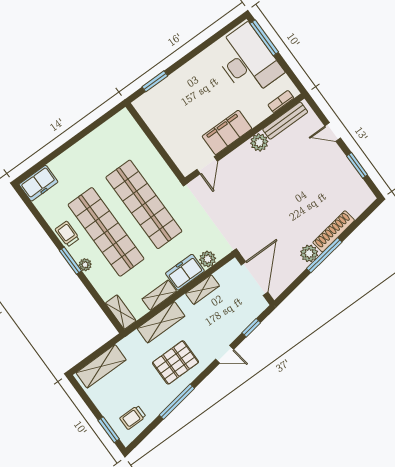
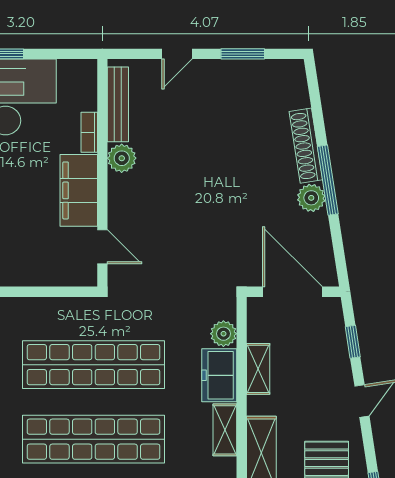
bookcase: (281, 102) -> (89, 132), moved

